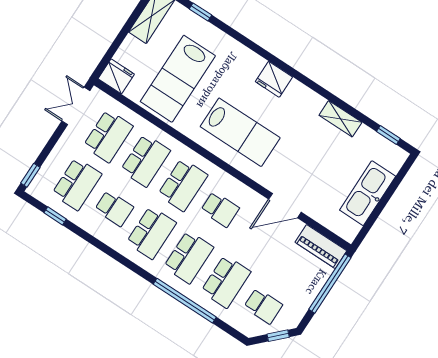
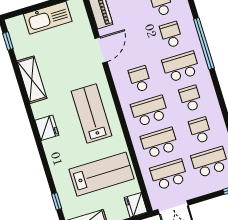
shelving: (340, 119) -> (32, 80), width x1.50, depth x1.33
door: (285, 206) -> (101, 50), hinge flipped
school desk: (151, 233) -> (190, 99), width x0.54
school desk: (226, 282) -> (171, 35), width x0.54

